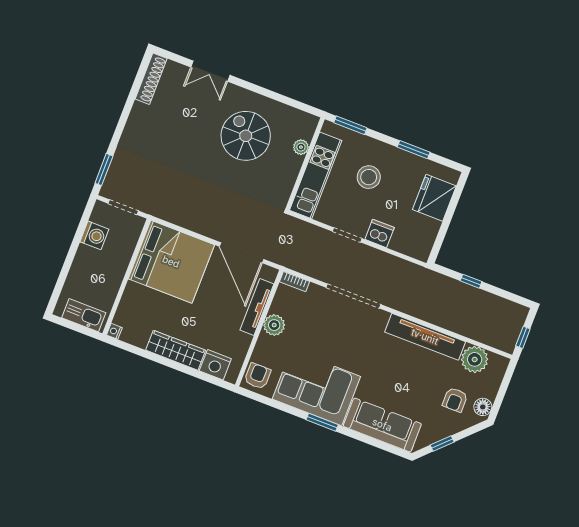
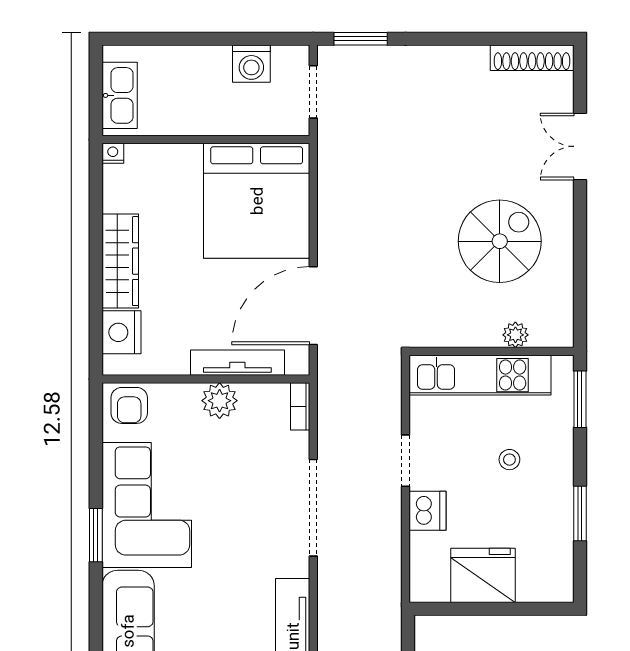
stool: (369, 177) -> (509, 460), width x0.53, depth x0.53
fridge: (434, 198) -> (483, 575), moved
armchair: (258, 376) -> (129, 405), turned 90

